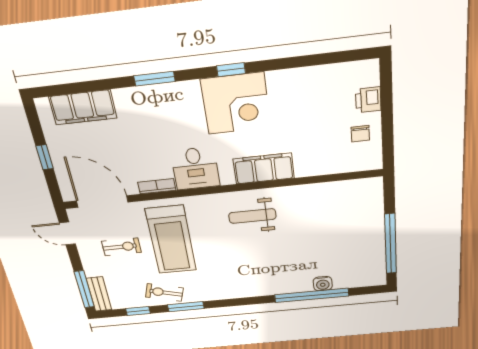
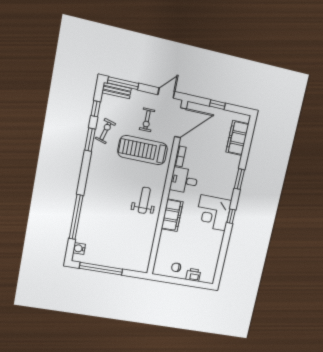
water cooler: (323, 284) -> (79, 248), moved

